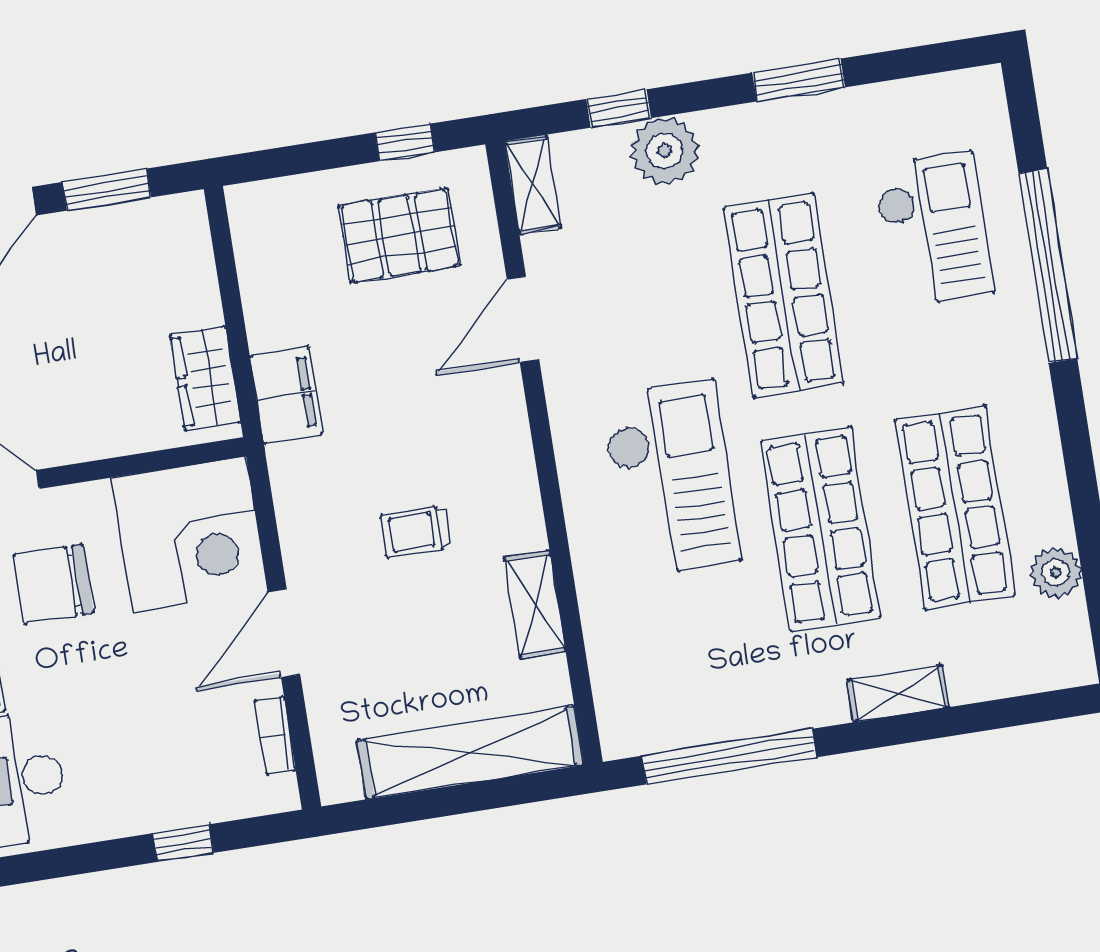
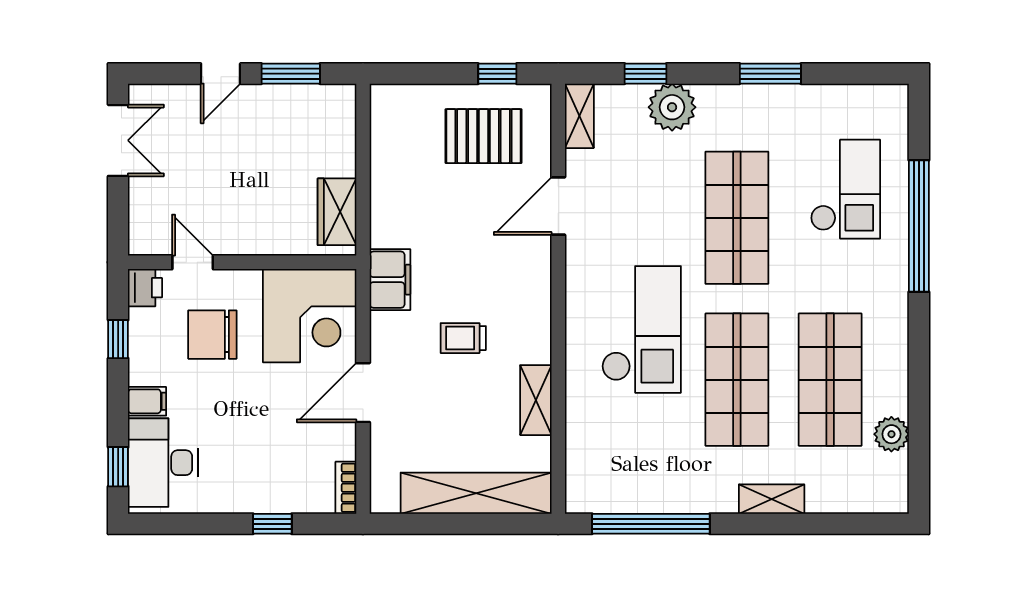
filing cabinet: (286, 395) -> (390, 280), moved
bookcase: (275, 736) -> (346, 488), moved

